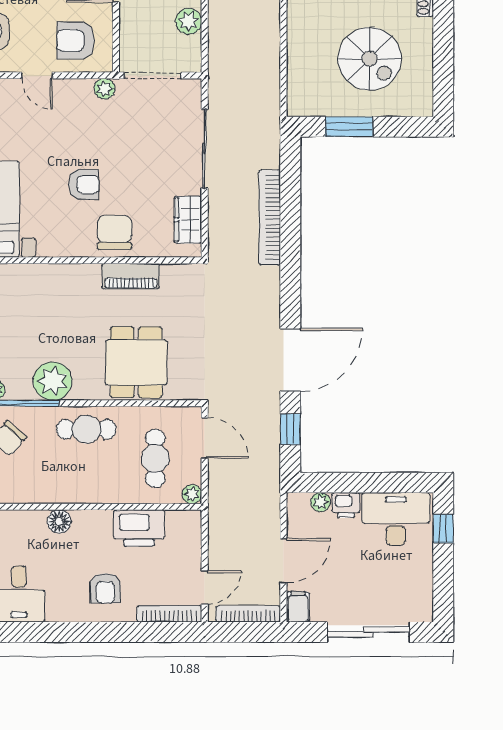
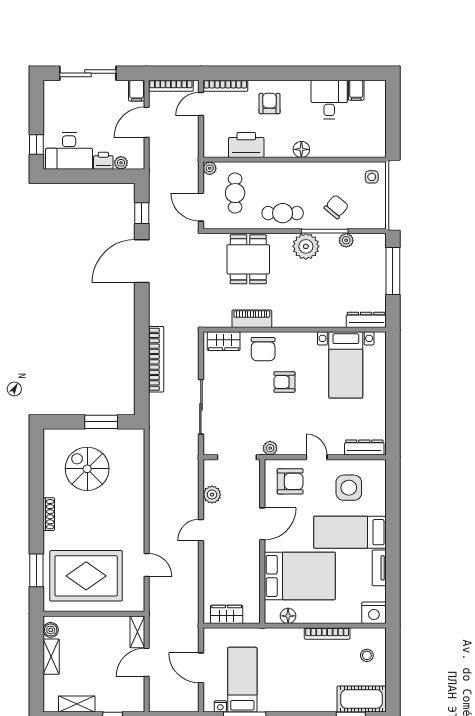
wardrobe: (188, 220) -> (224, 341), moved, turned 90

